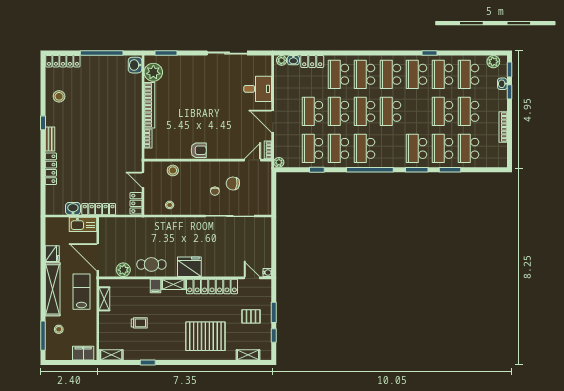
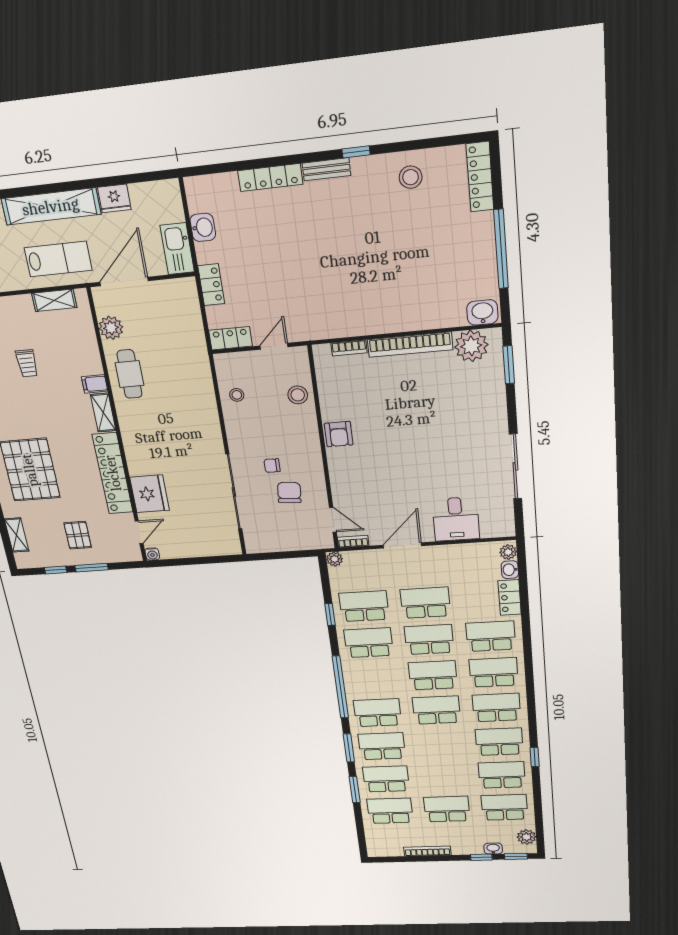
school desk: (442, 111) -> (443, 777), removed
school desk: (364, 148) -> (378, 713), moved
locker: (99, 209) -> (211, 285), width x0.66
fridge: (189, 267) -> (150, 494), moved

